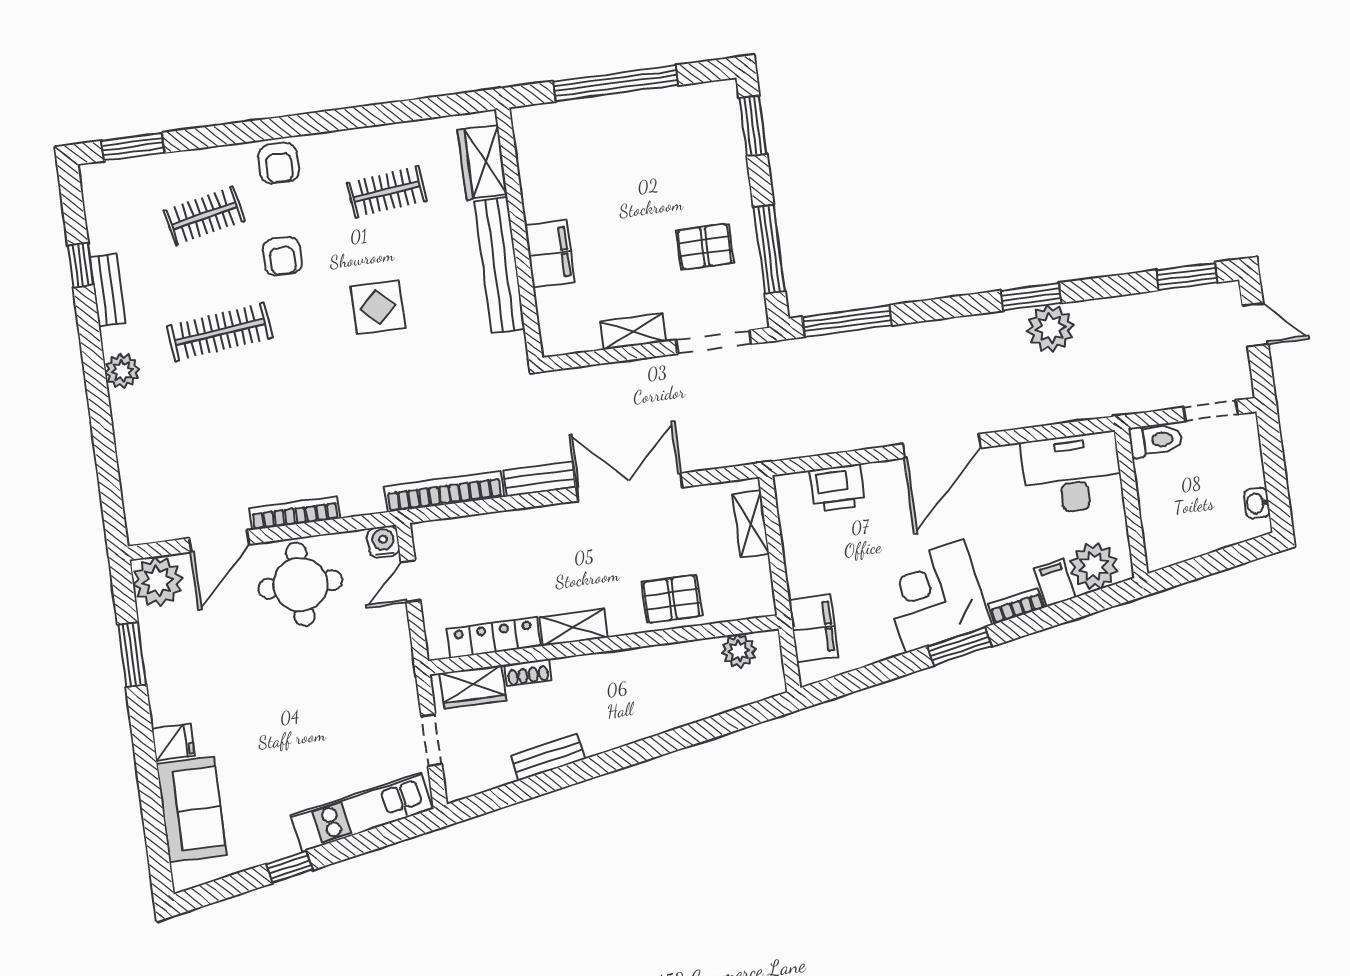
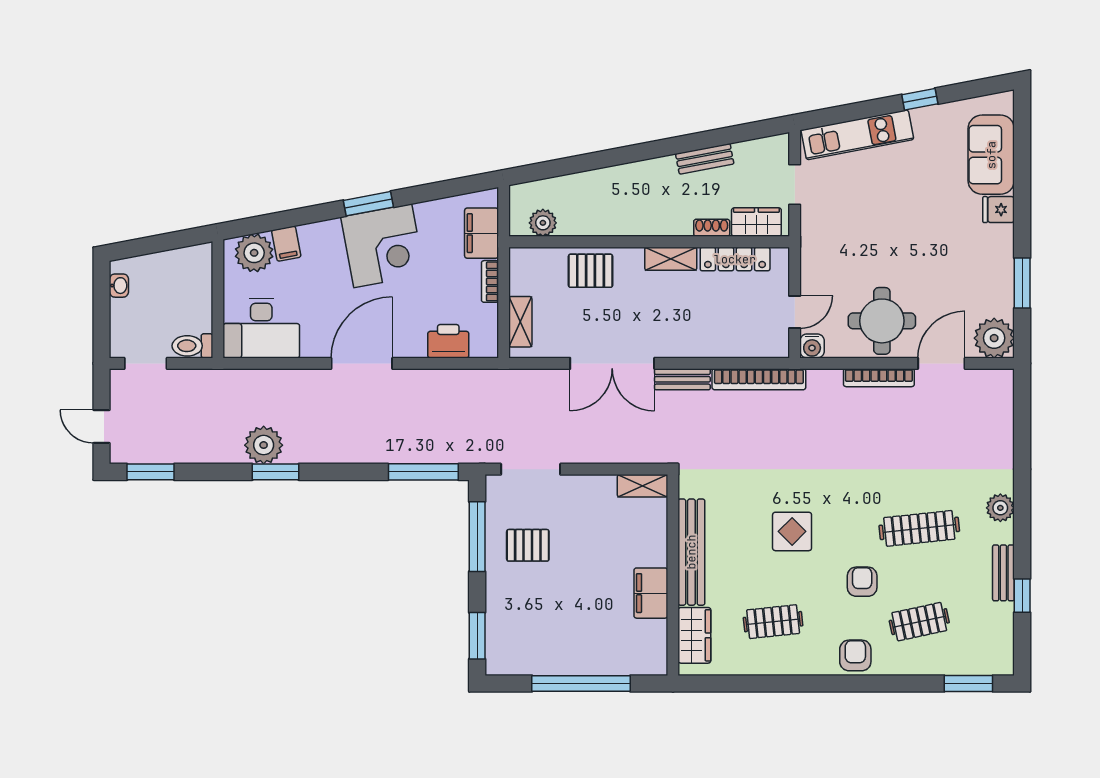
filing cabinet: (550, 254) -> (651, 593), moved
shelving: (633, 332) -> (643, 486), moved
bookcase: (1016, 606) -> (490, 281), moved, turned 101

